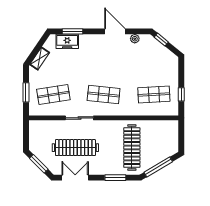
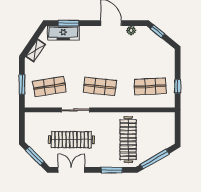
freezer: (67, 41) -> (63, 33), width x1.40

